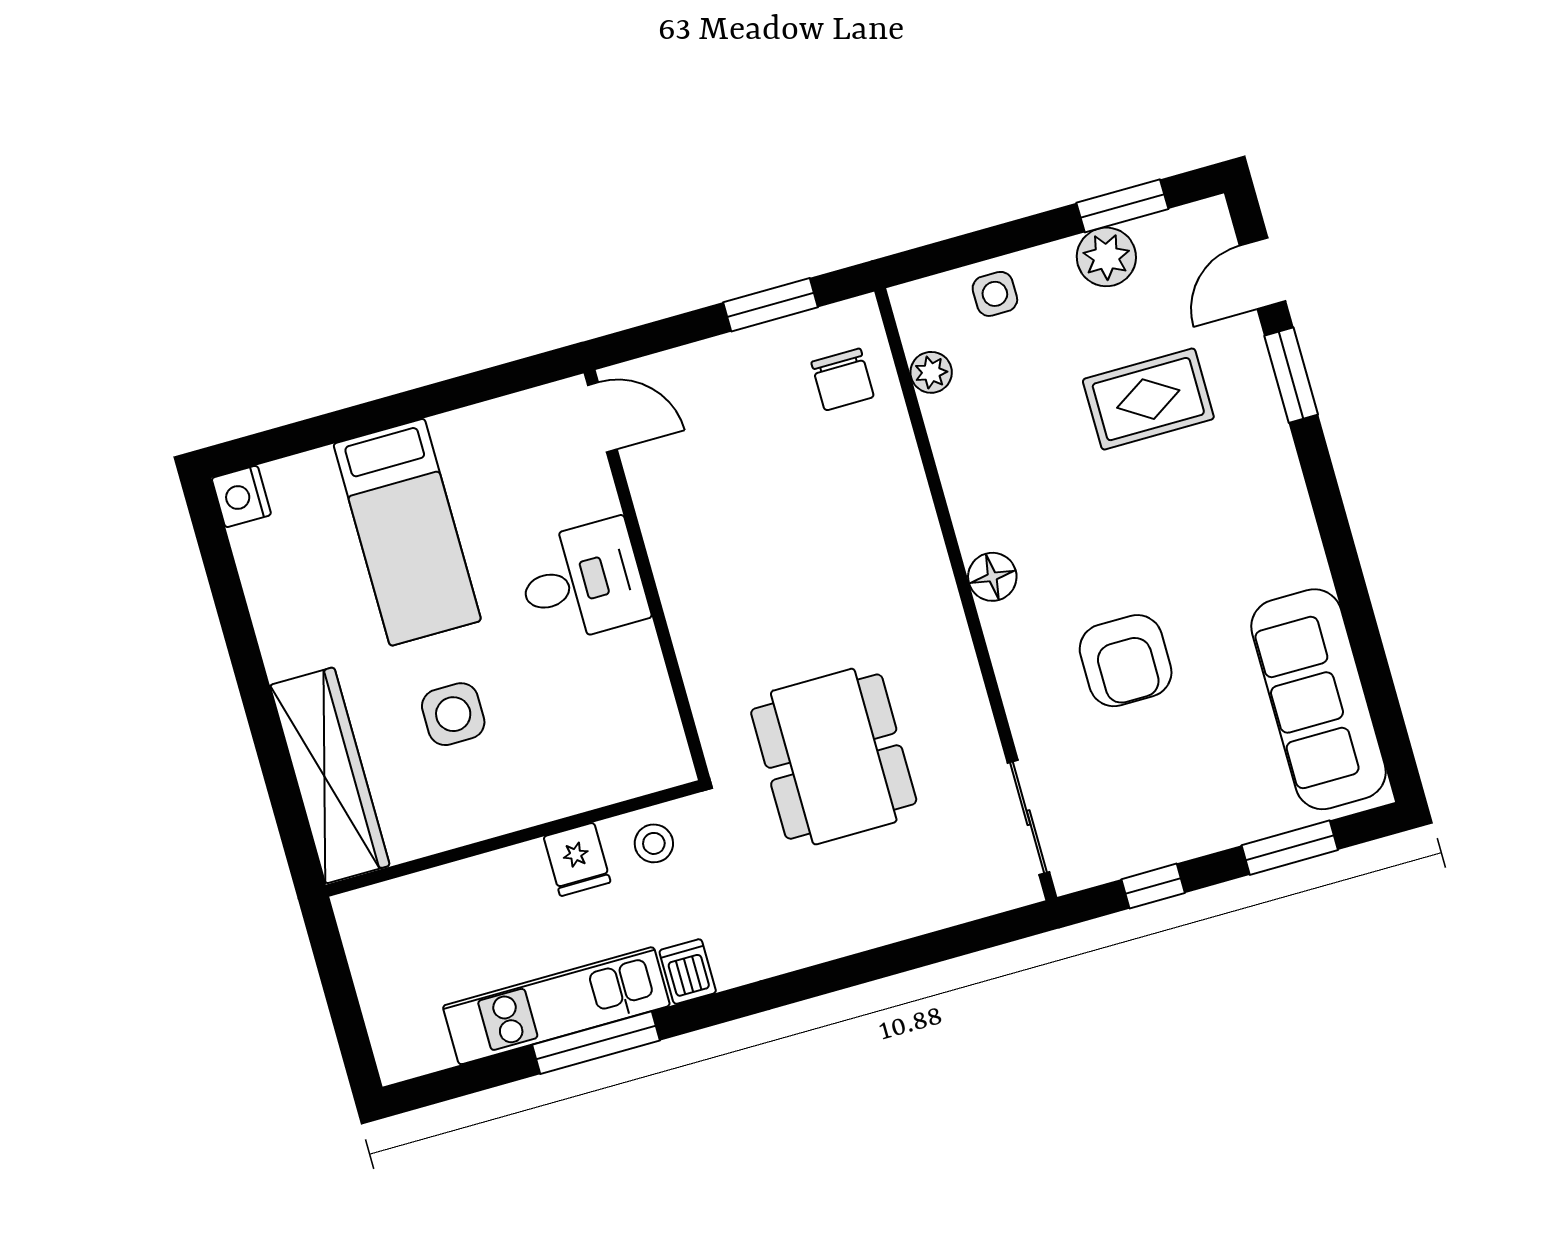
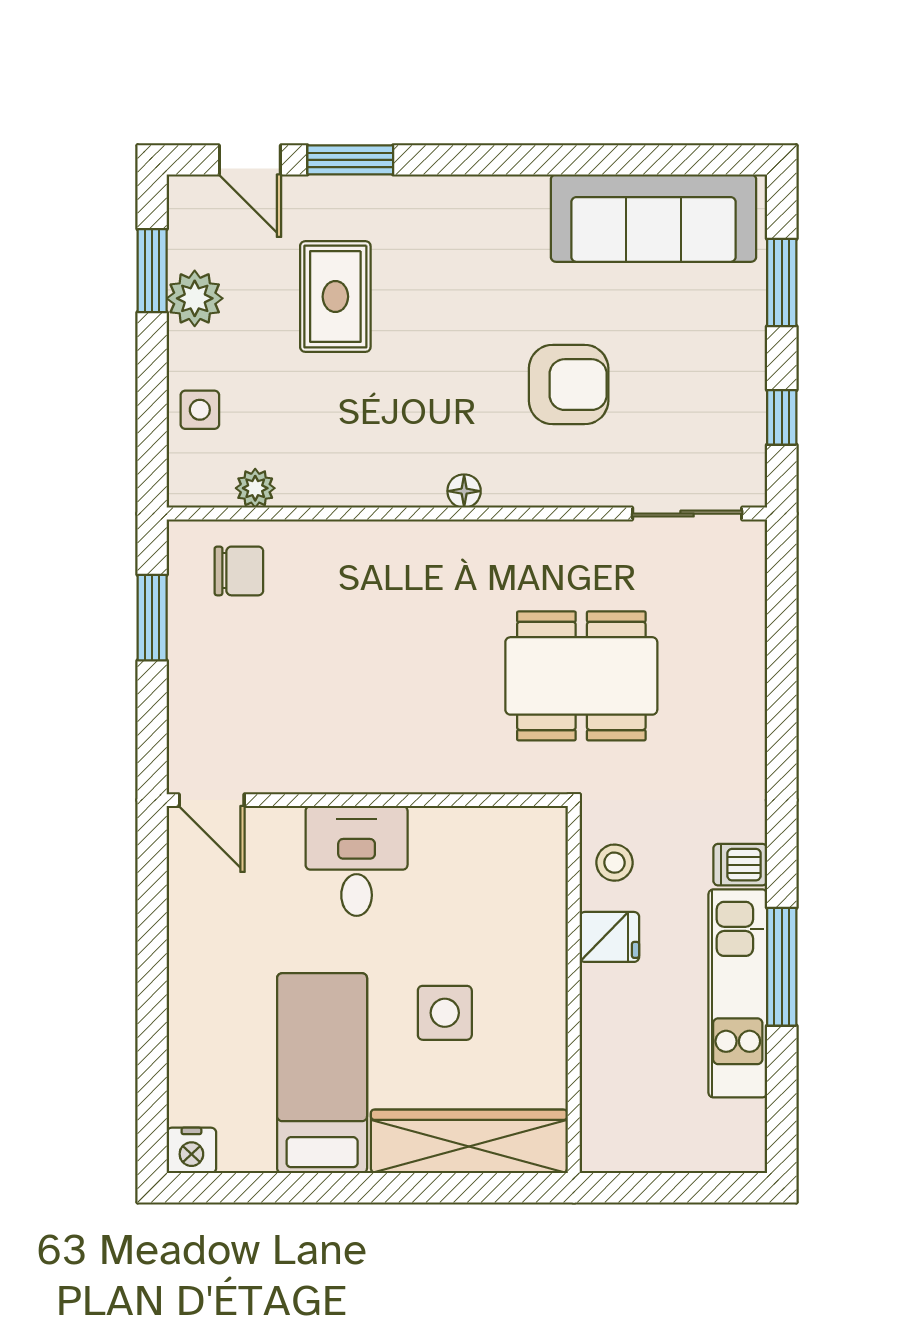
door: (602, 417) -> (212, 800), swing flipped
bed: (407, 532) -> (322, 1073), moved, turned -90
floor lamp: (992, 577) -> (464, 491), width x0.73, depth x0.73

